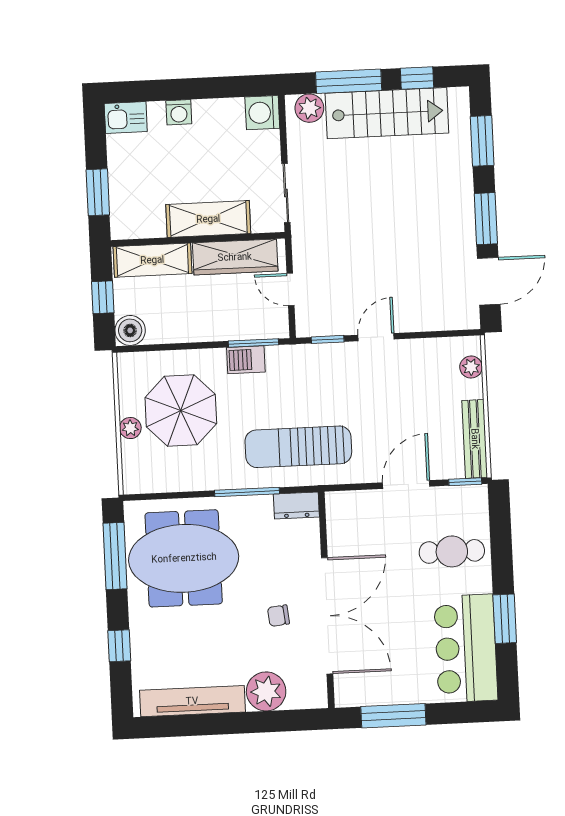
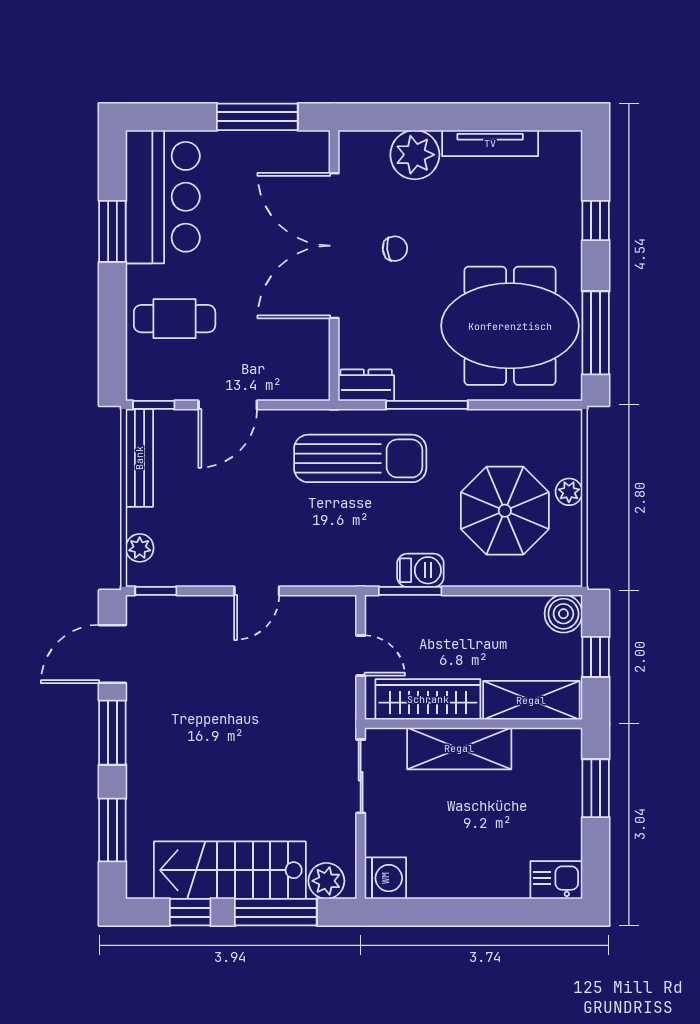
washing machine: (179, 112) -> (490, 883), removed
window: (328, 339) -> (156, 591), moved
tv unit: (192, 701) -> (490, 143), width x0.73, depth x0.78

